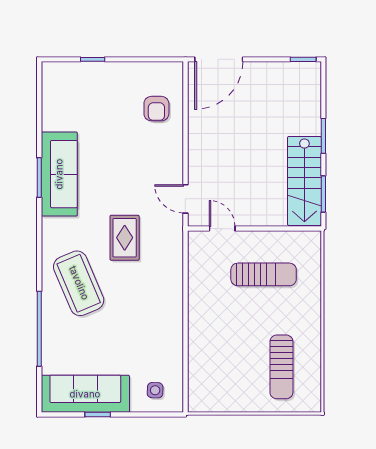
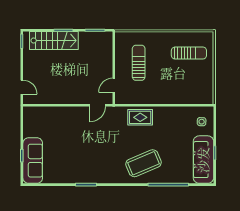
door: (219, 59) -> (22, 87), width x0.53
armchair: (156, 109) -> (49, 121), removed
sofa: (59, 174) -> (33, 161), moved, turned 90
stairs: (304, 181) -> (54, 41), moved
rug: (125, 238) -> (140, 117), moved

